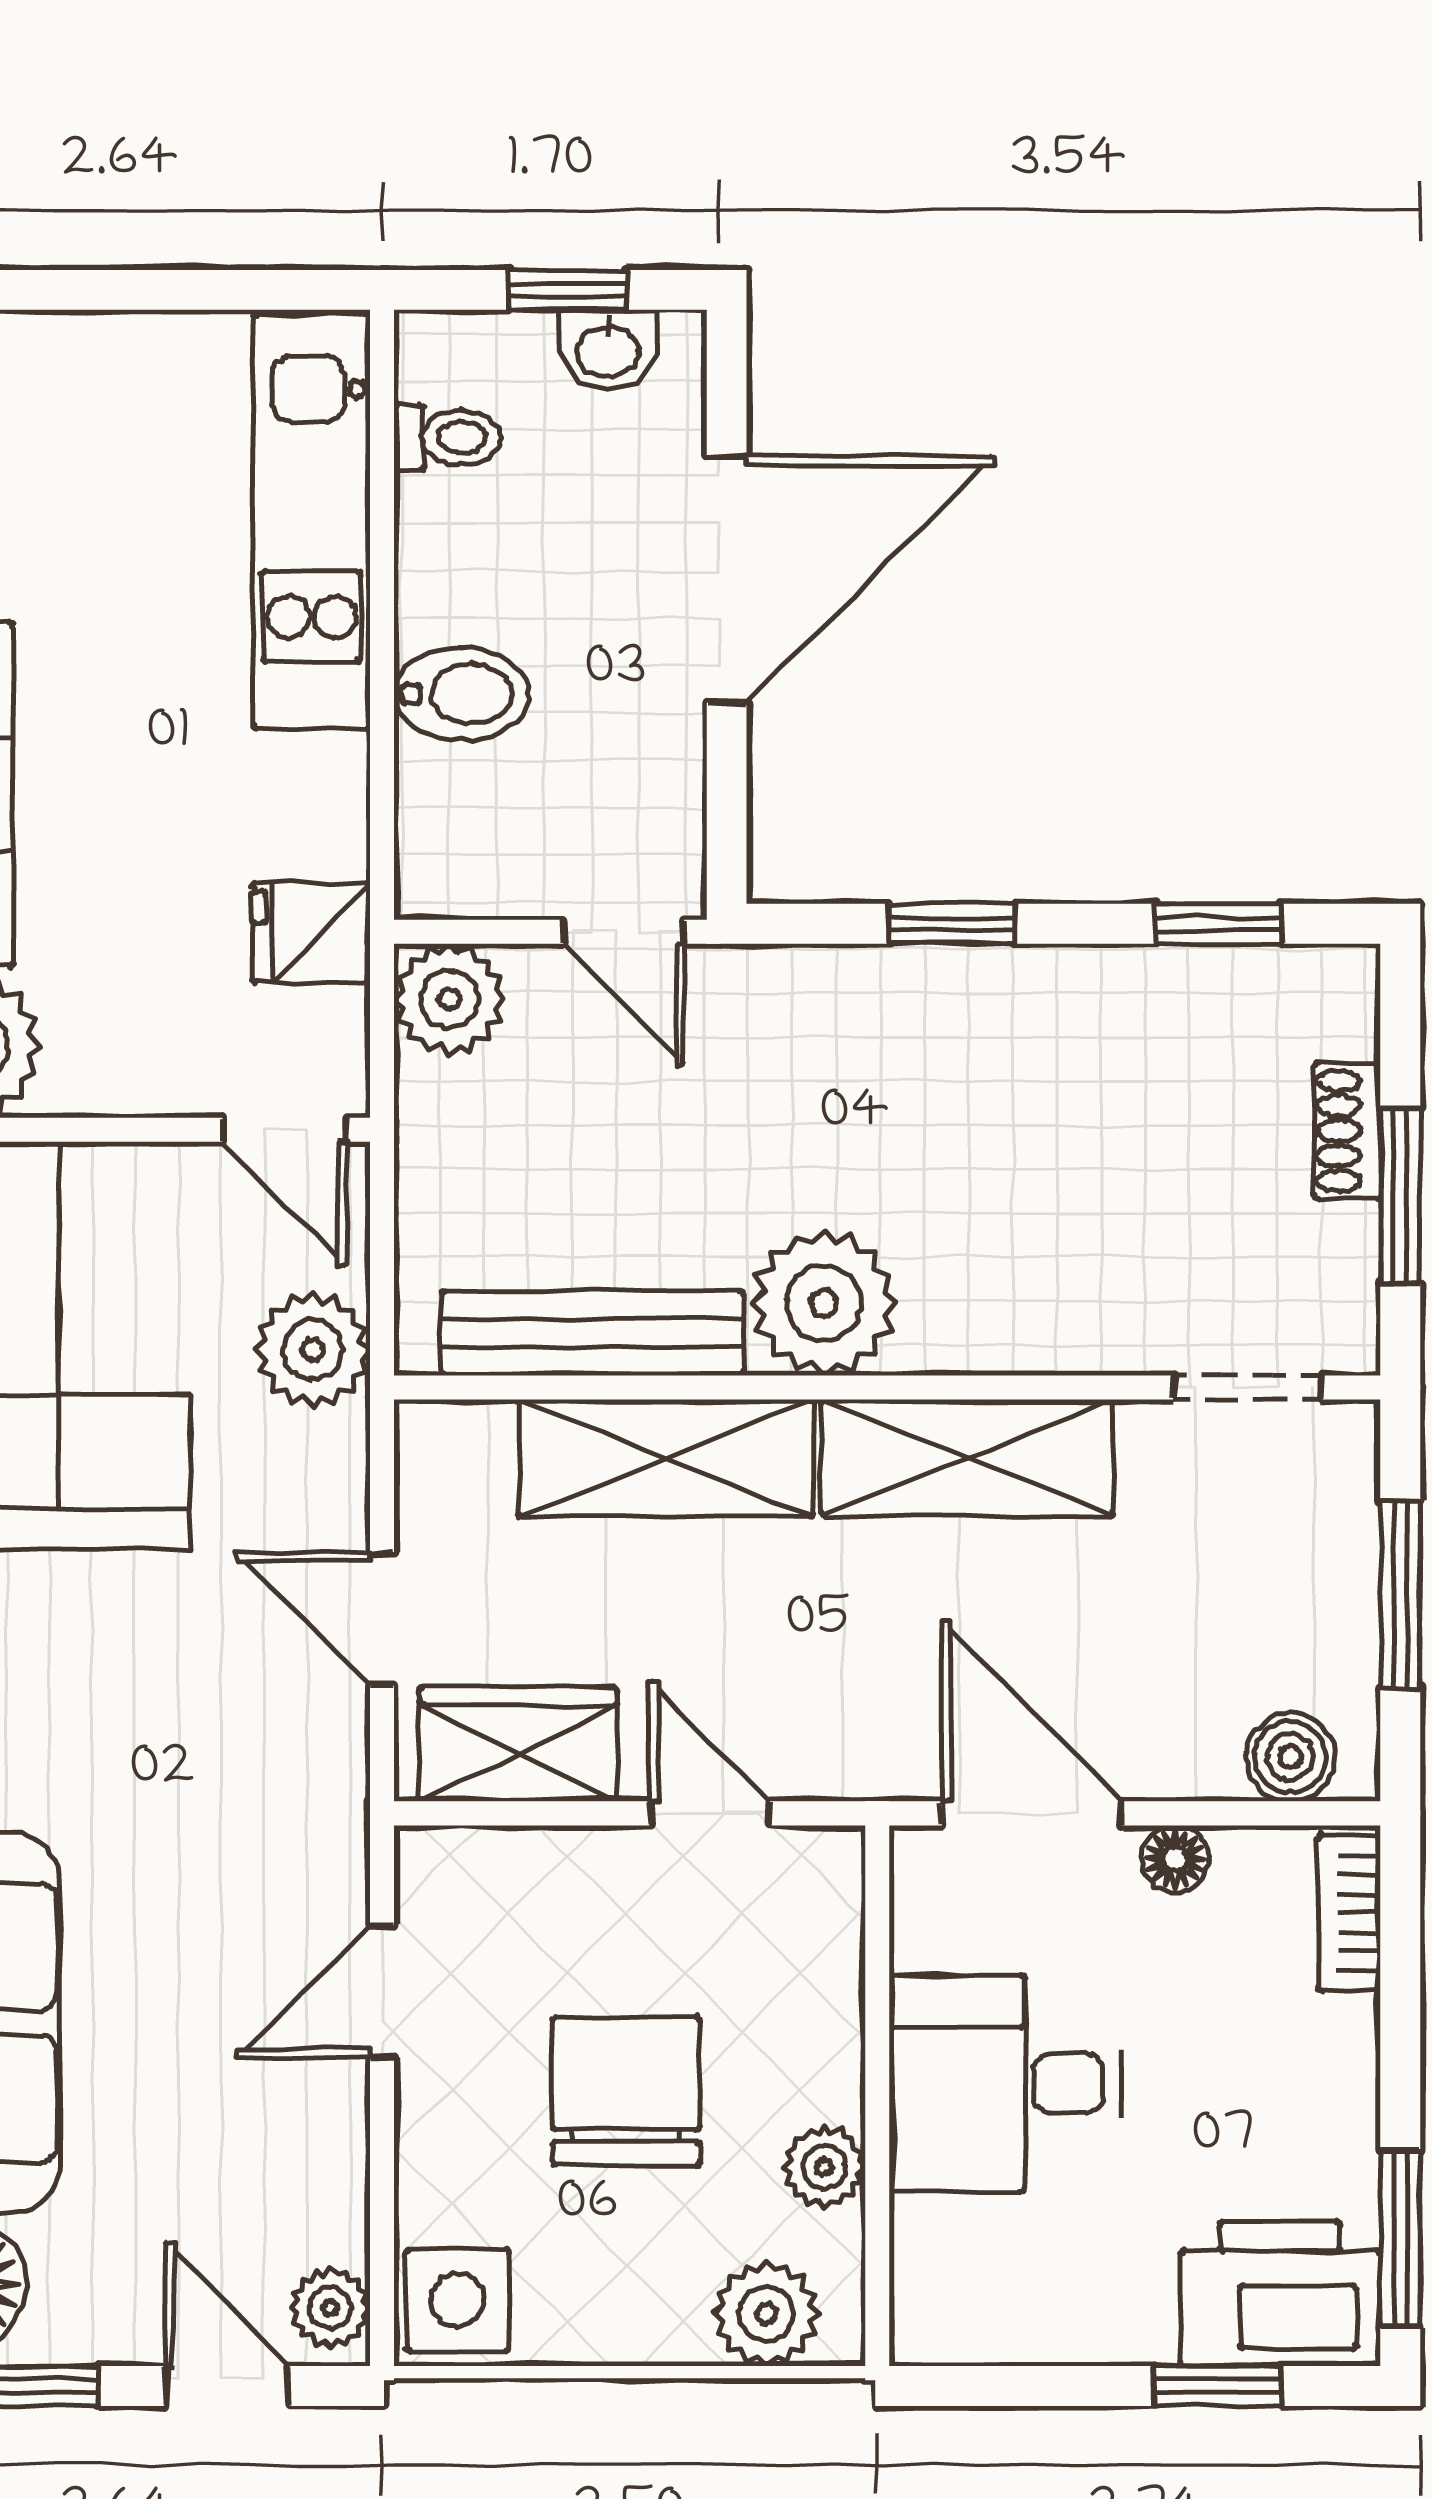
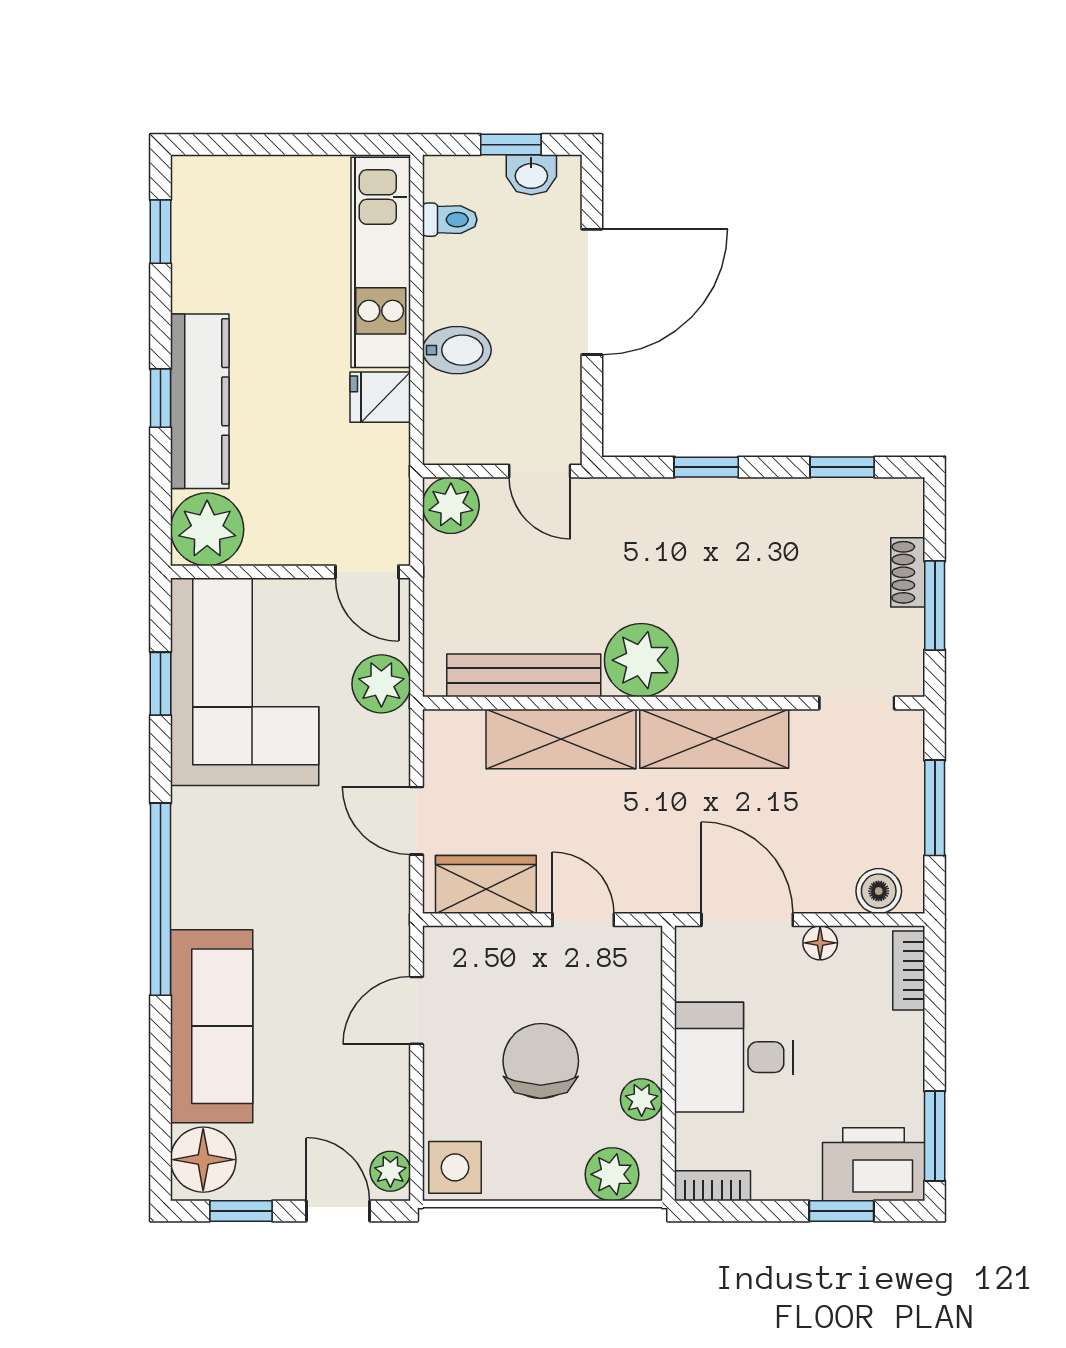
fridge: (311, 933) -> (380, 397), moved
bookcase: (964, 2336) -> (712, 1186), added

